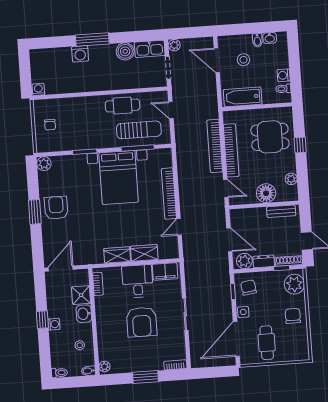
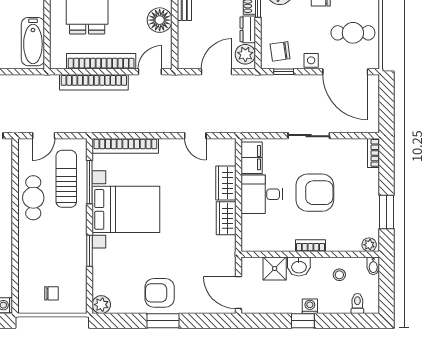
bookcase: (169, 194) -> (125, 146), moved
bookcase: (98, 284) -> (310, 246), moved
toilet: (59, 373) -> (357, 304), moved
window: (145, 377) -> (386, 212), moved

